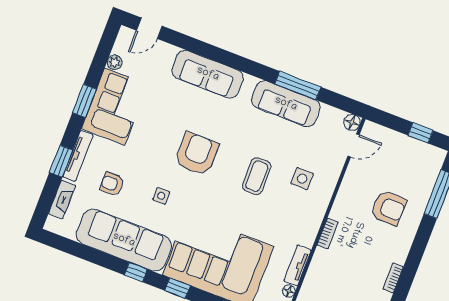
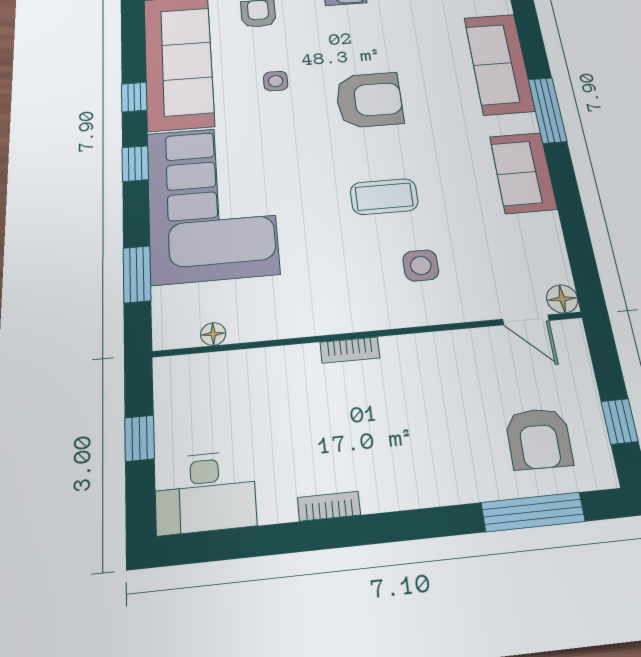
window: (298, 85) -> (547, 110), moved
sofa: (286, 104) -> (523, 173), width x0.73
armchair: (389, 208) -> (539, 439), moved
tv unit: (297, 265) -> (267, 327), removed

